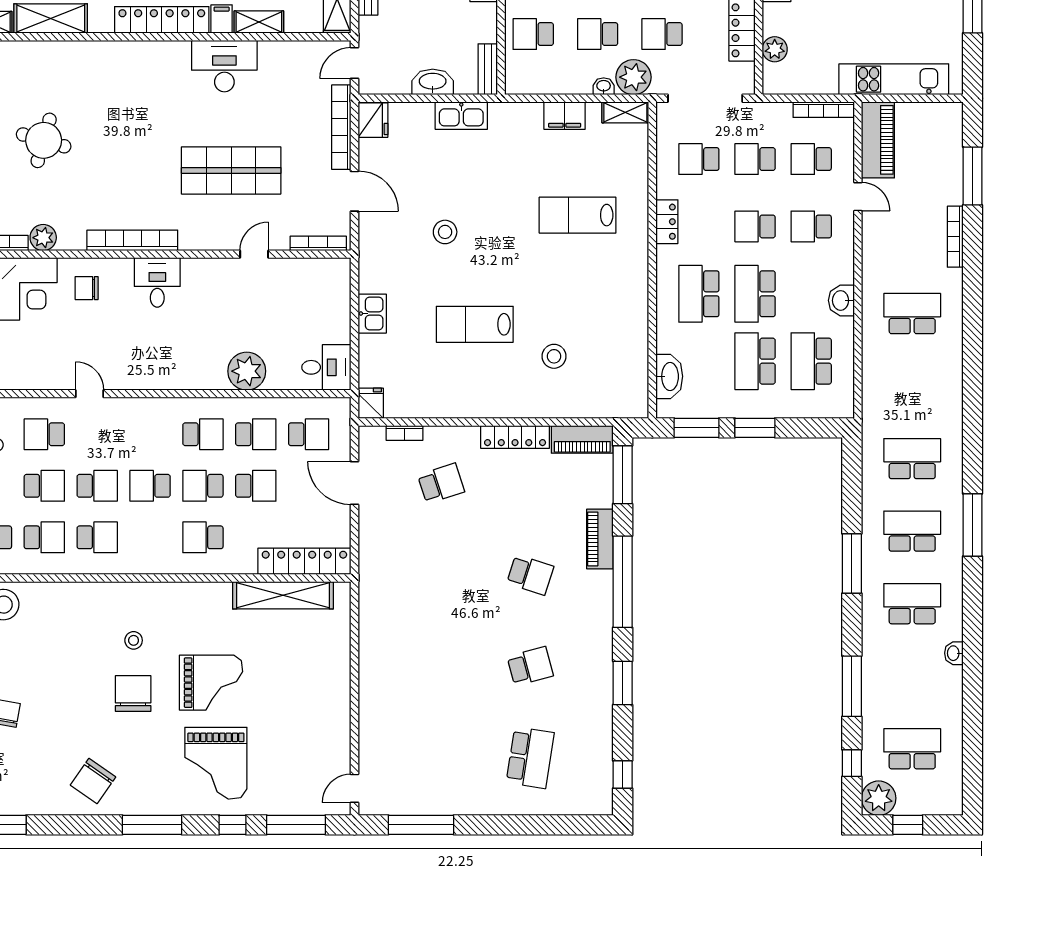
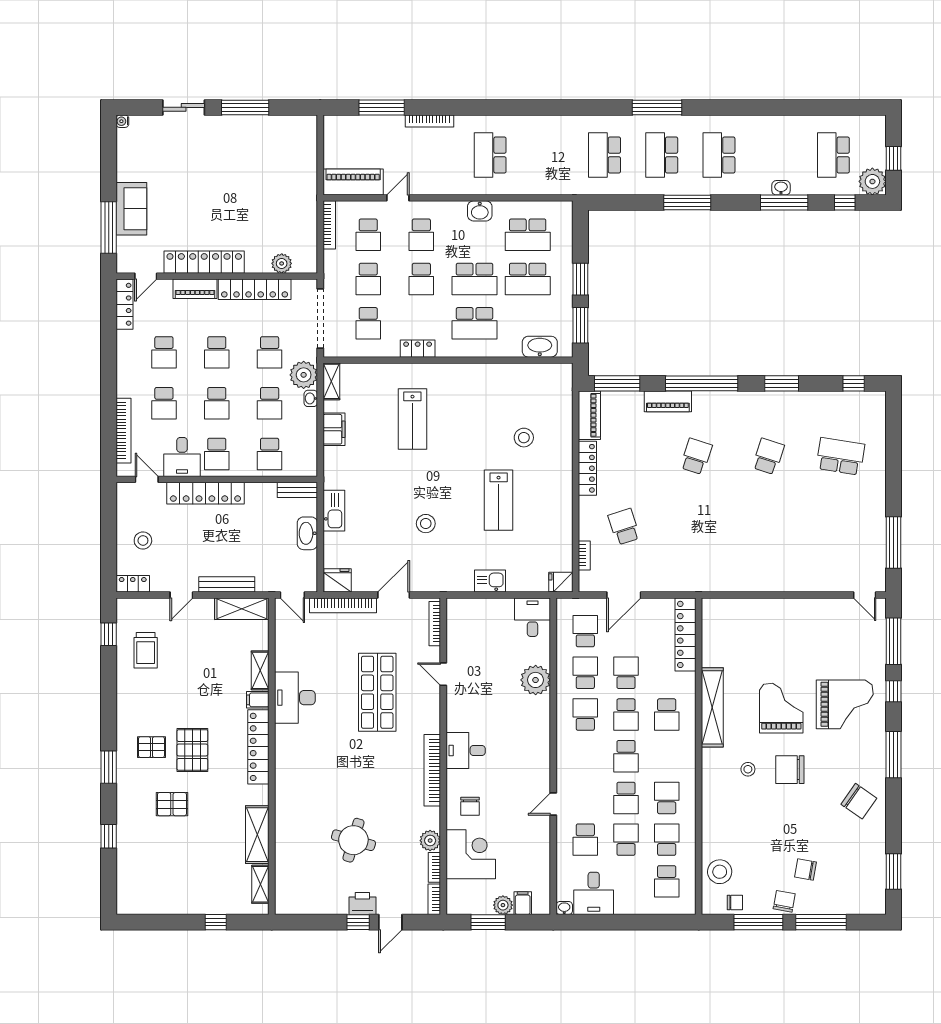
kitchen unit: (894, 79) -> (305, 170), removed
school desk: (97, 486) -> (626, 798), turned 180
shelving: (283, 595) -> (712, 707), moved
washbasin: (954, 653) -> (781, 188), moved, turned 180
school desk: (530, 666) -> (768, 456), turned 33

